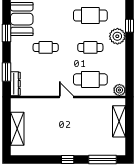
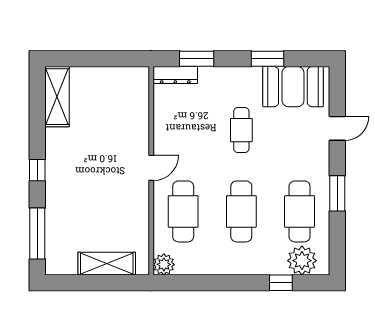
plant: (117, 36) -> (302, 261), moved
cafe table: (90, 47) -> (241, 211), width x1.37, depth x1.35
shelving: (17, 129) -> (57, 97), moved, turned 90

